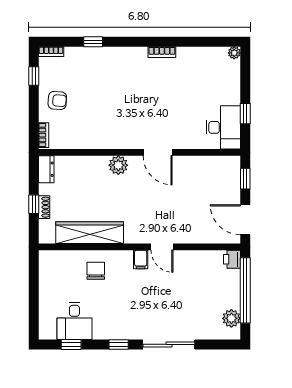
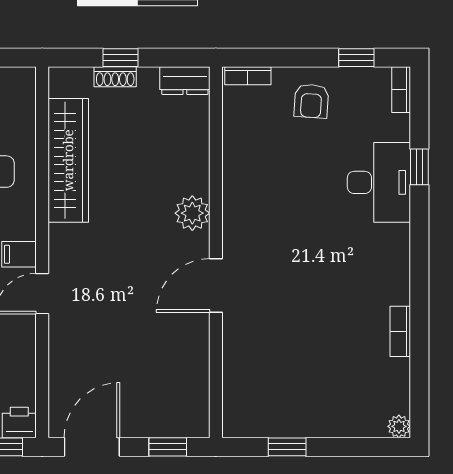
bookcase: (162, 52) -> (400, 331), moved
desk: (223, 127) -> (379, 182), moved, turned -90

